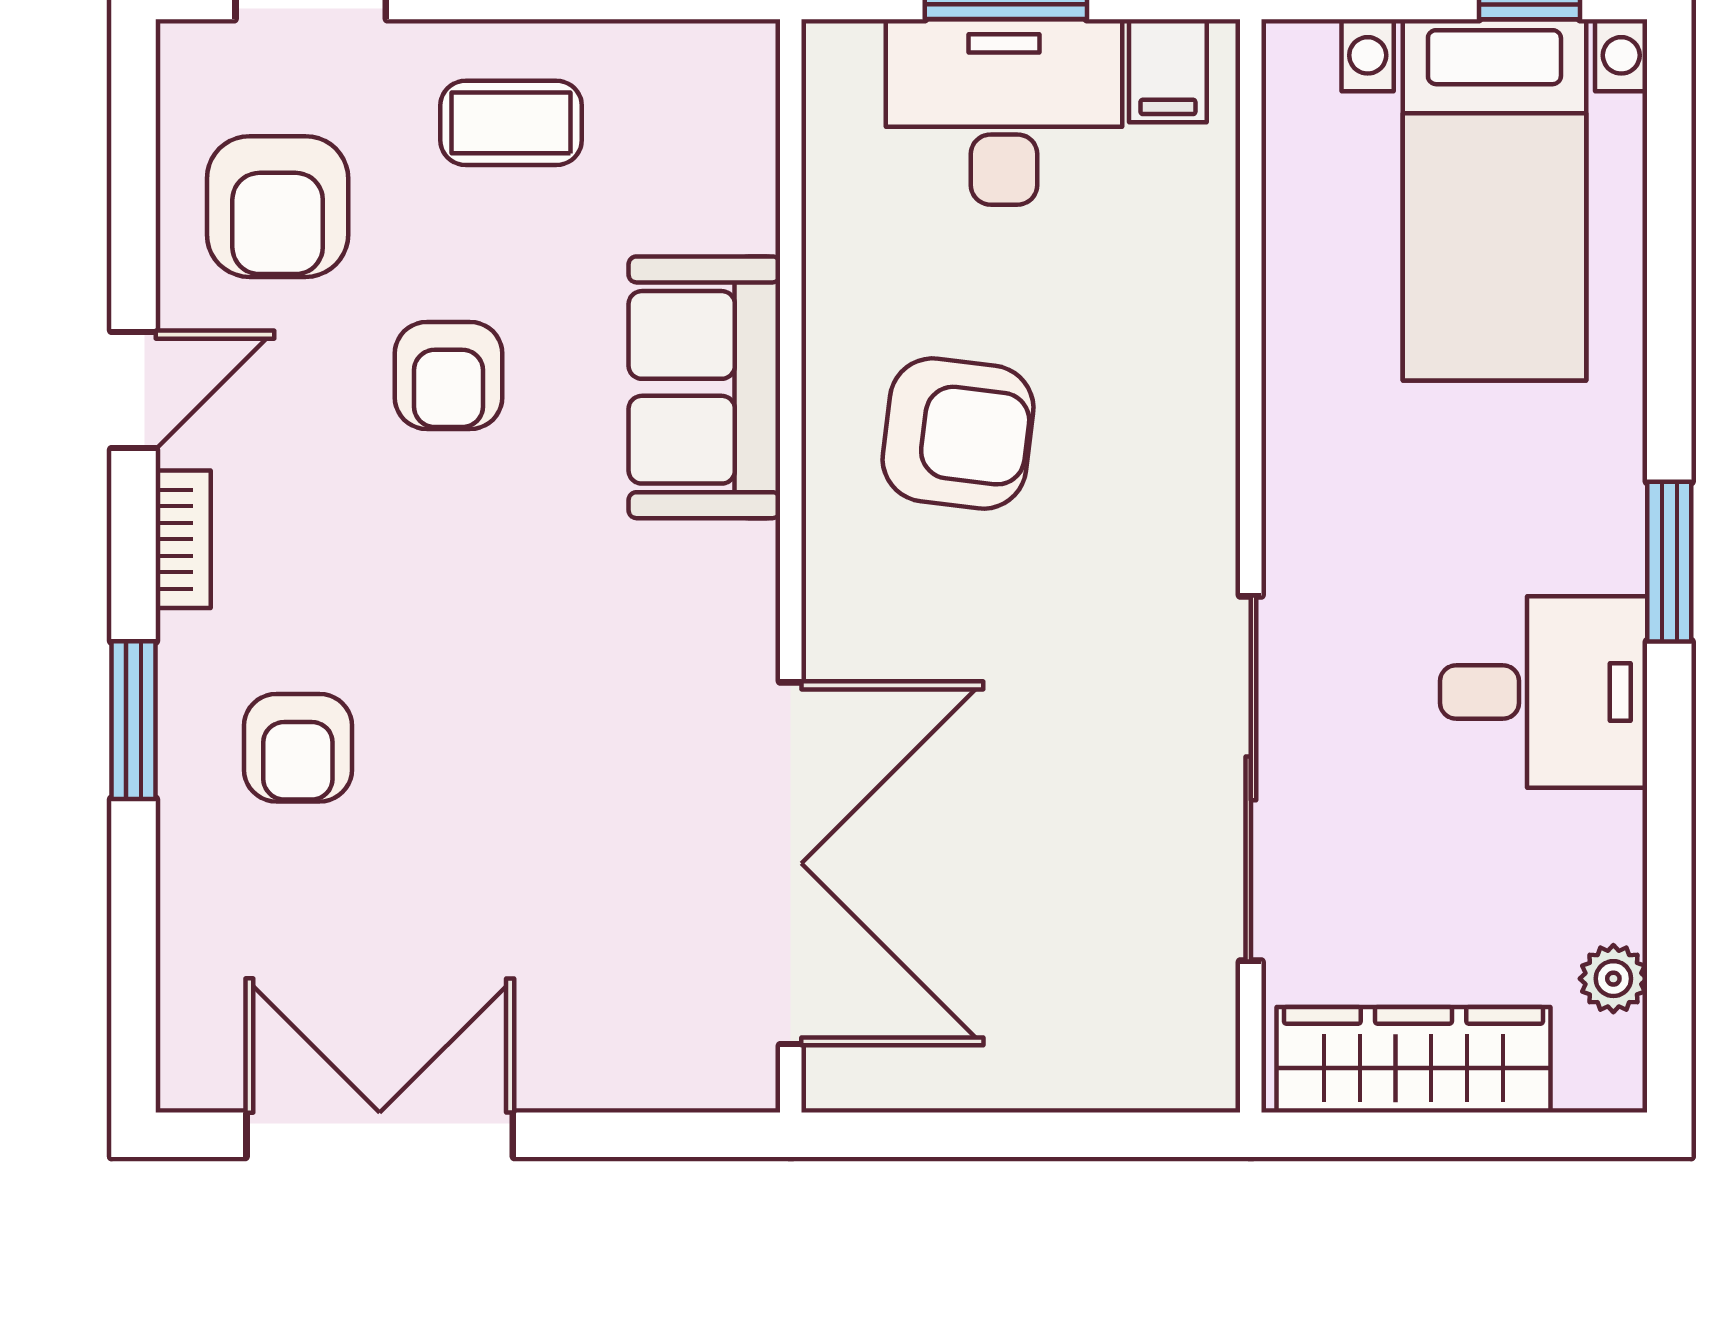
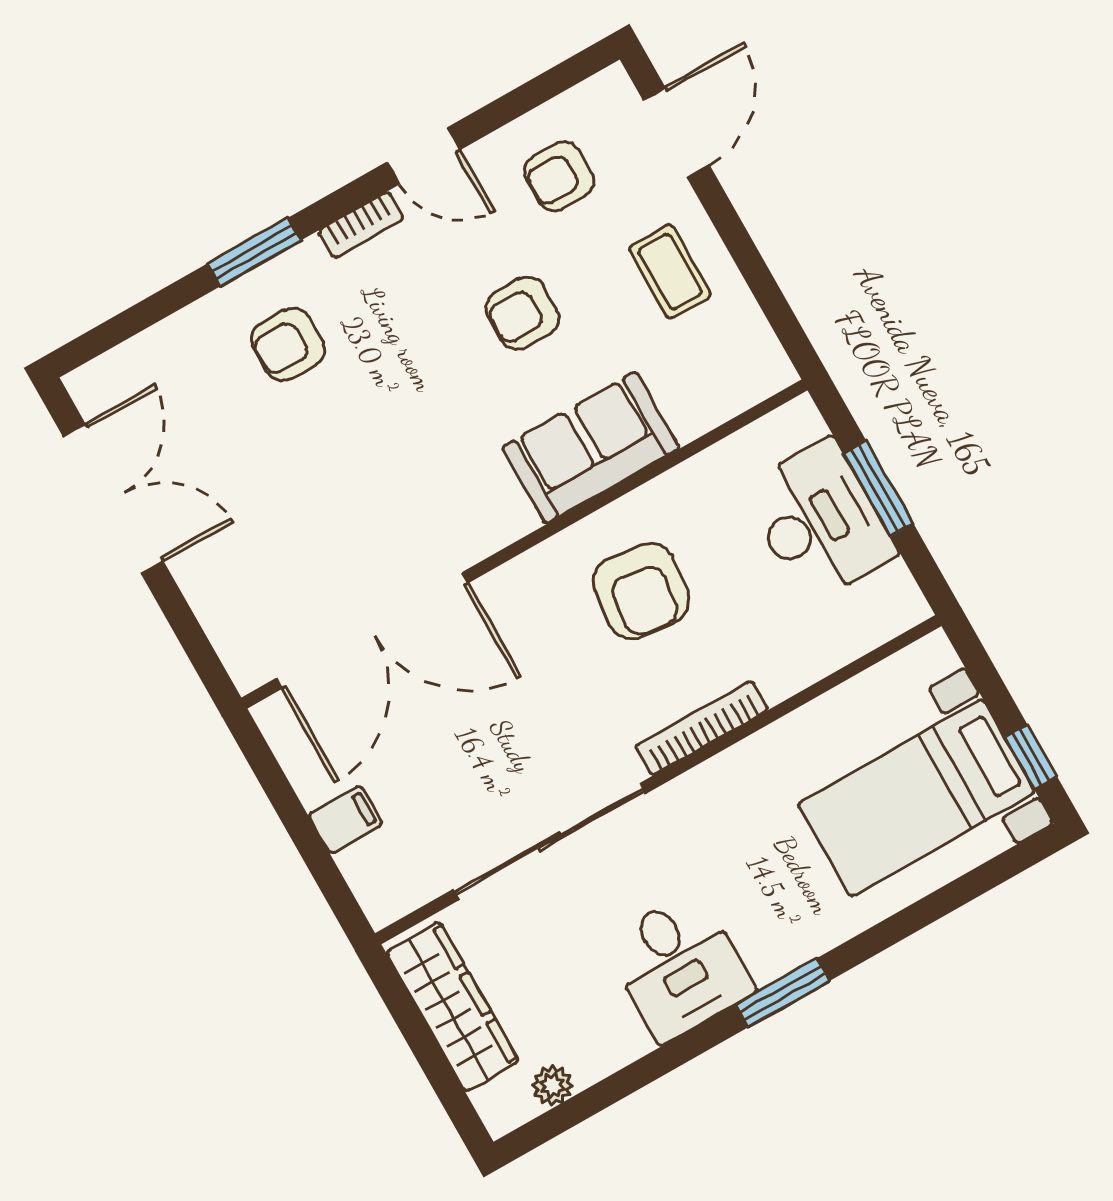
filing cabinet: (1168, 71) -> (345, 820), moved, turned 180
armchair: (278, 207) -> (559, 176), width x0.72, depth x0.72
bookcase: (1211, 458) -> (702, 728), added

